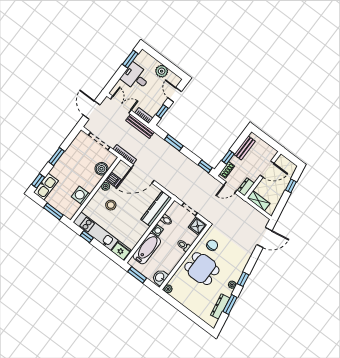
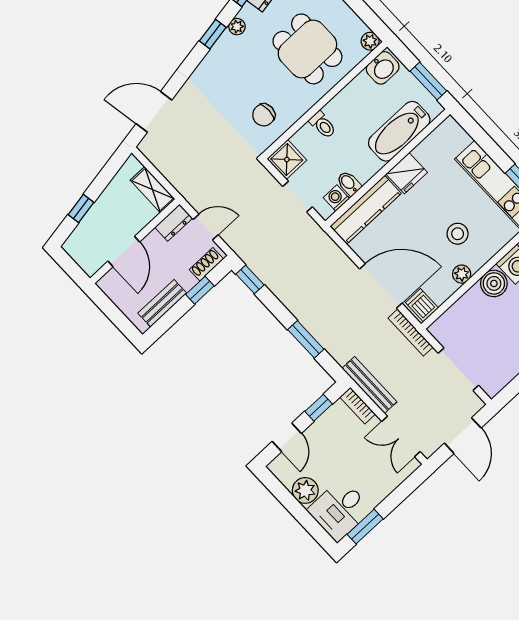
desk: (136, 77) -> (340, 510), moved, turned 90
boiler: (101, 169) -> (494, 283), moved
door: (267, 169) -> (124, 252), swing flipped
dishwasher: (113, 179) -> (422, 305), moved
washing machine: (157, 230) -> (336, 198), moved
fridge: (121, 251) -> (407, 173), moved, turned -90
dining table: (202, 269) -> (307, 49), moved

